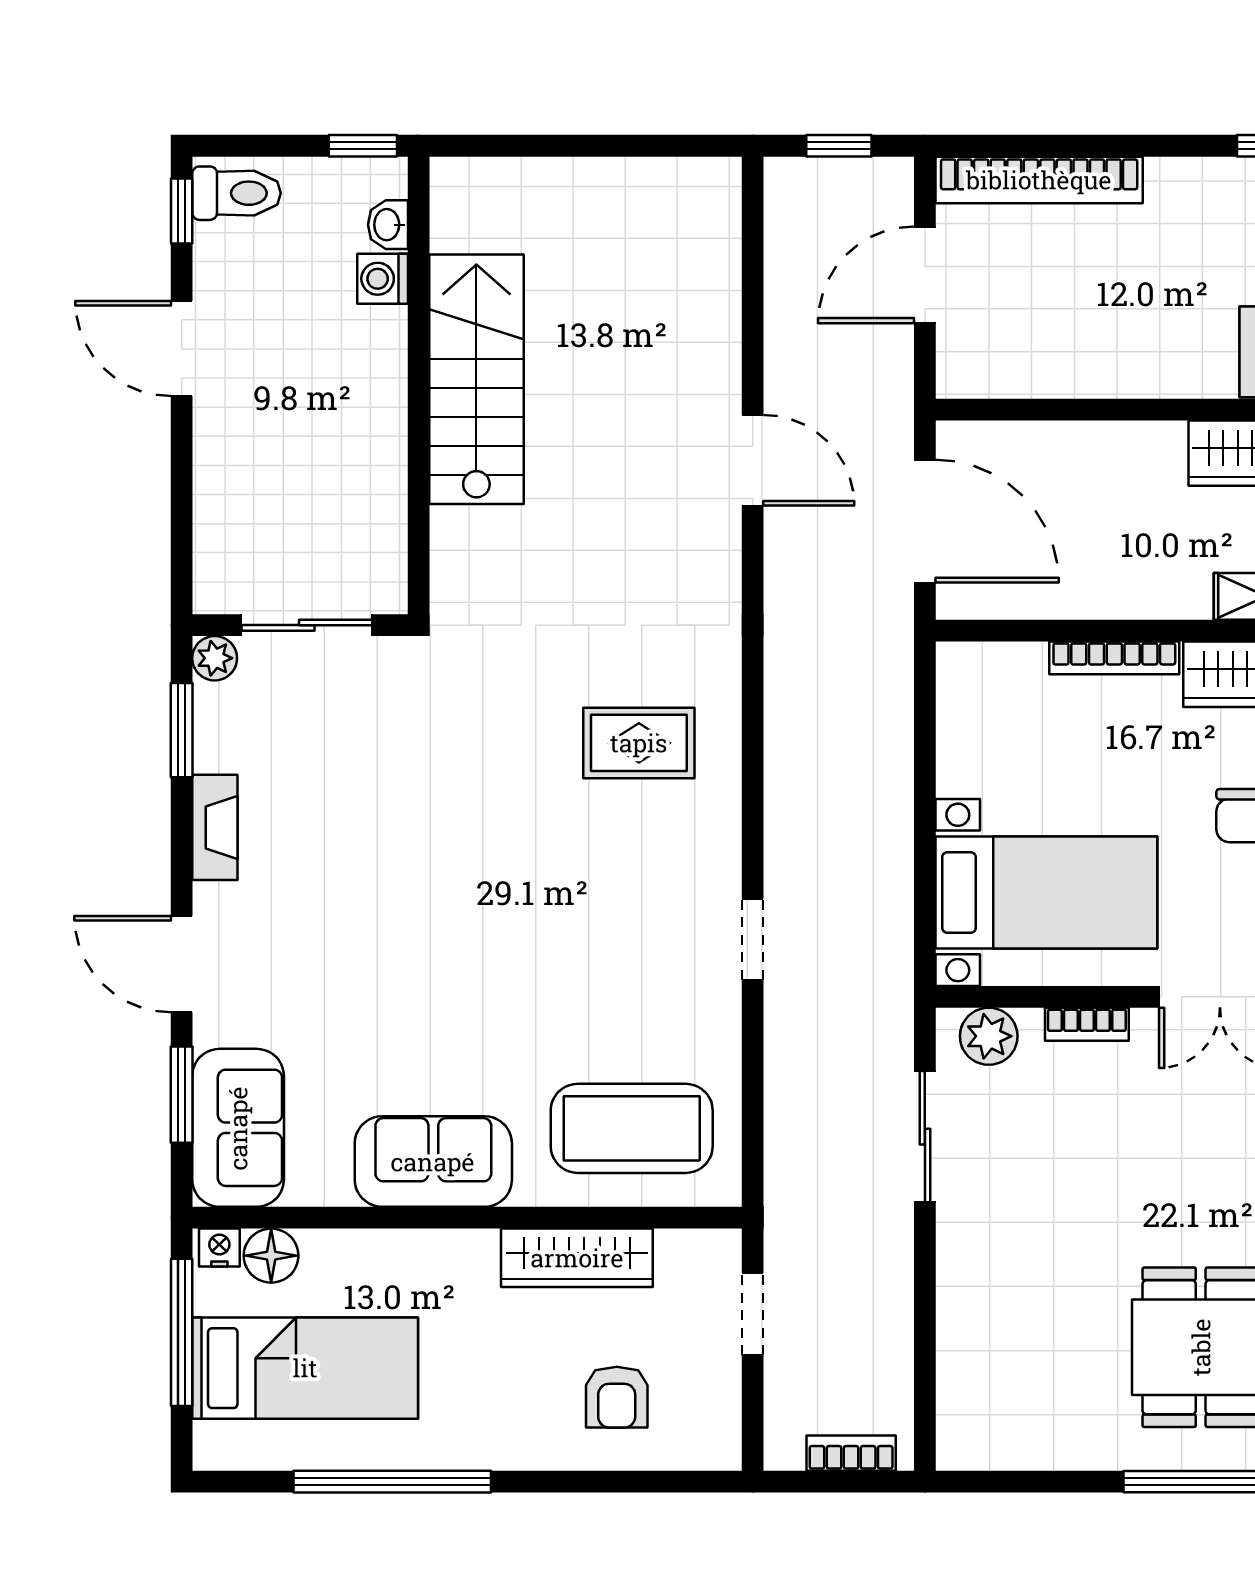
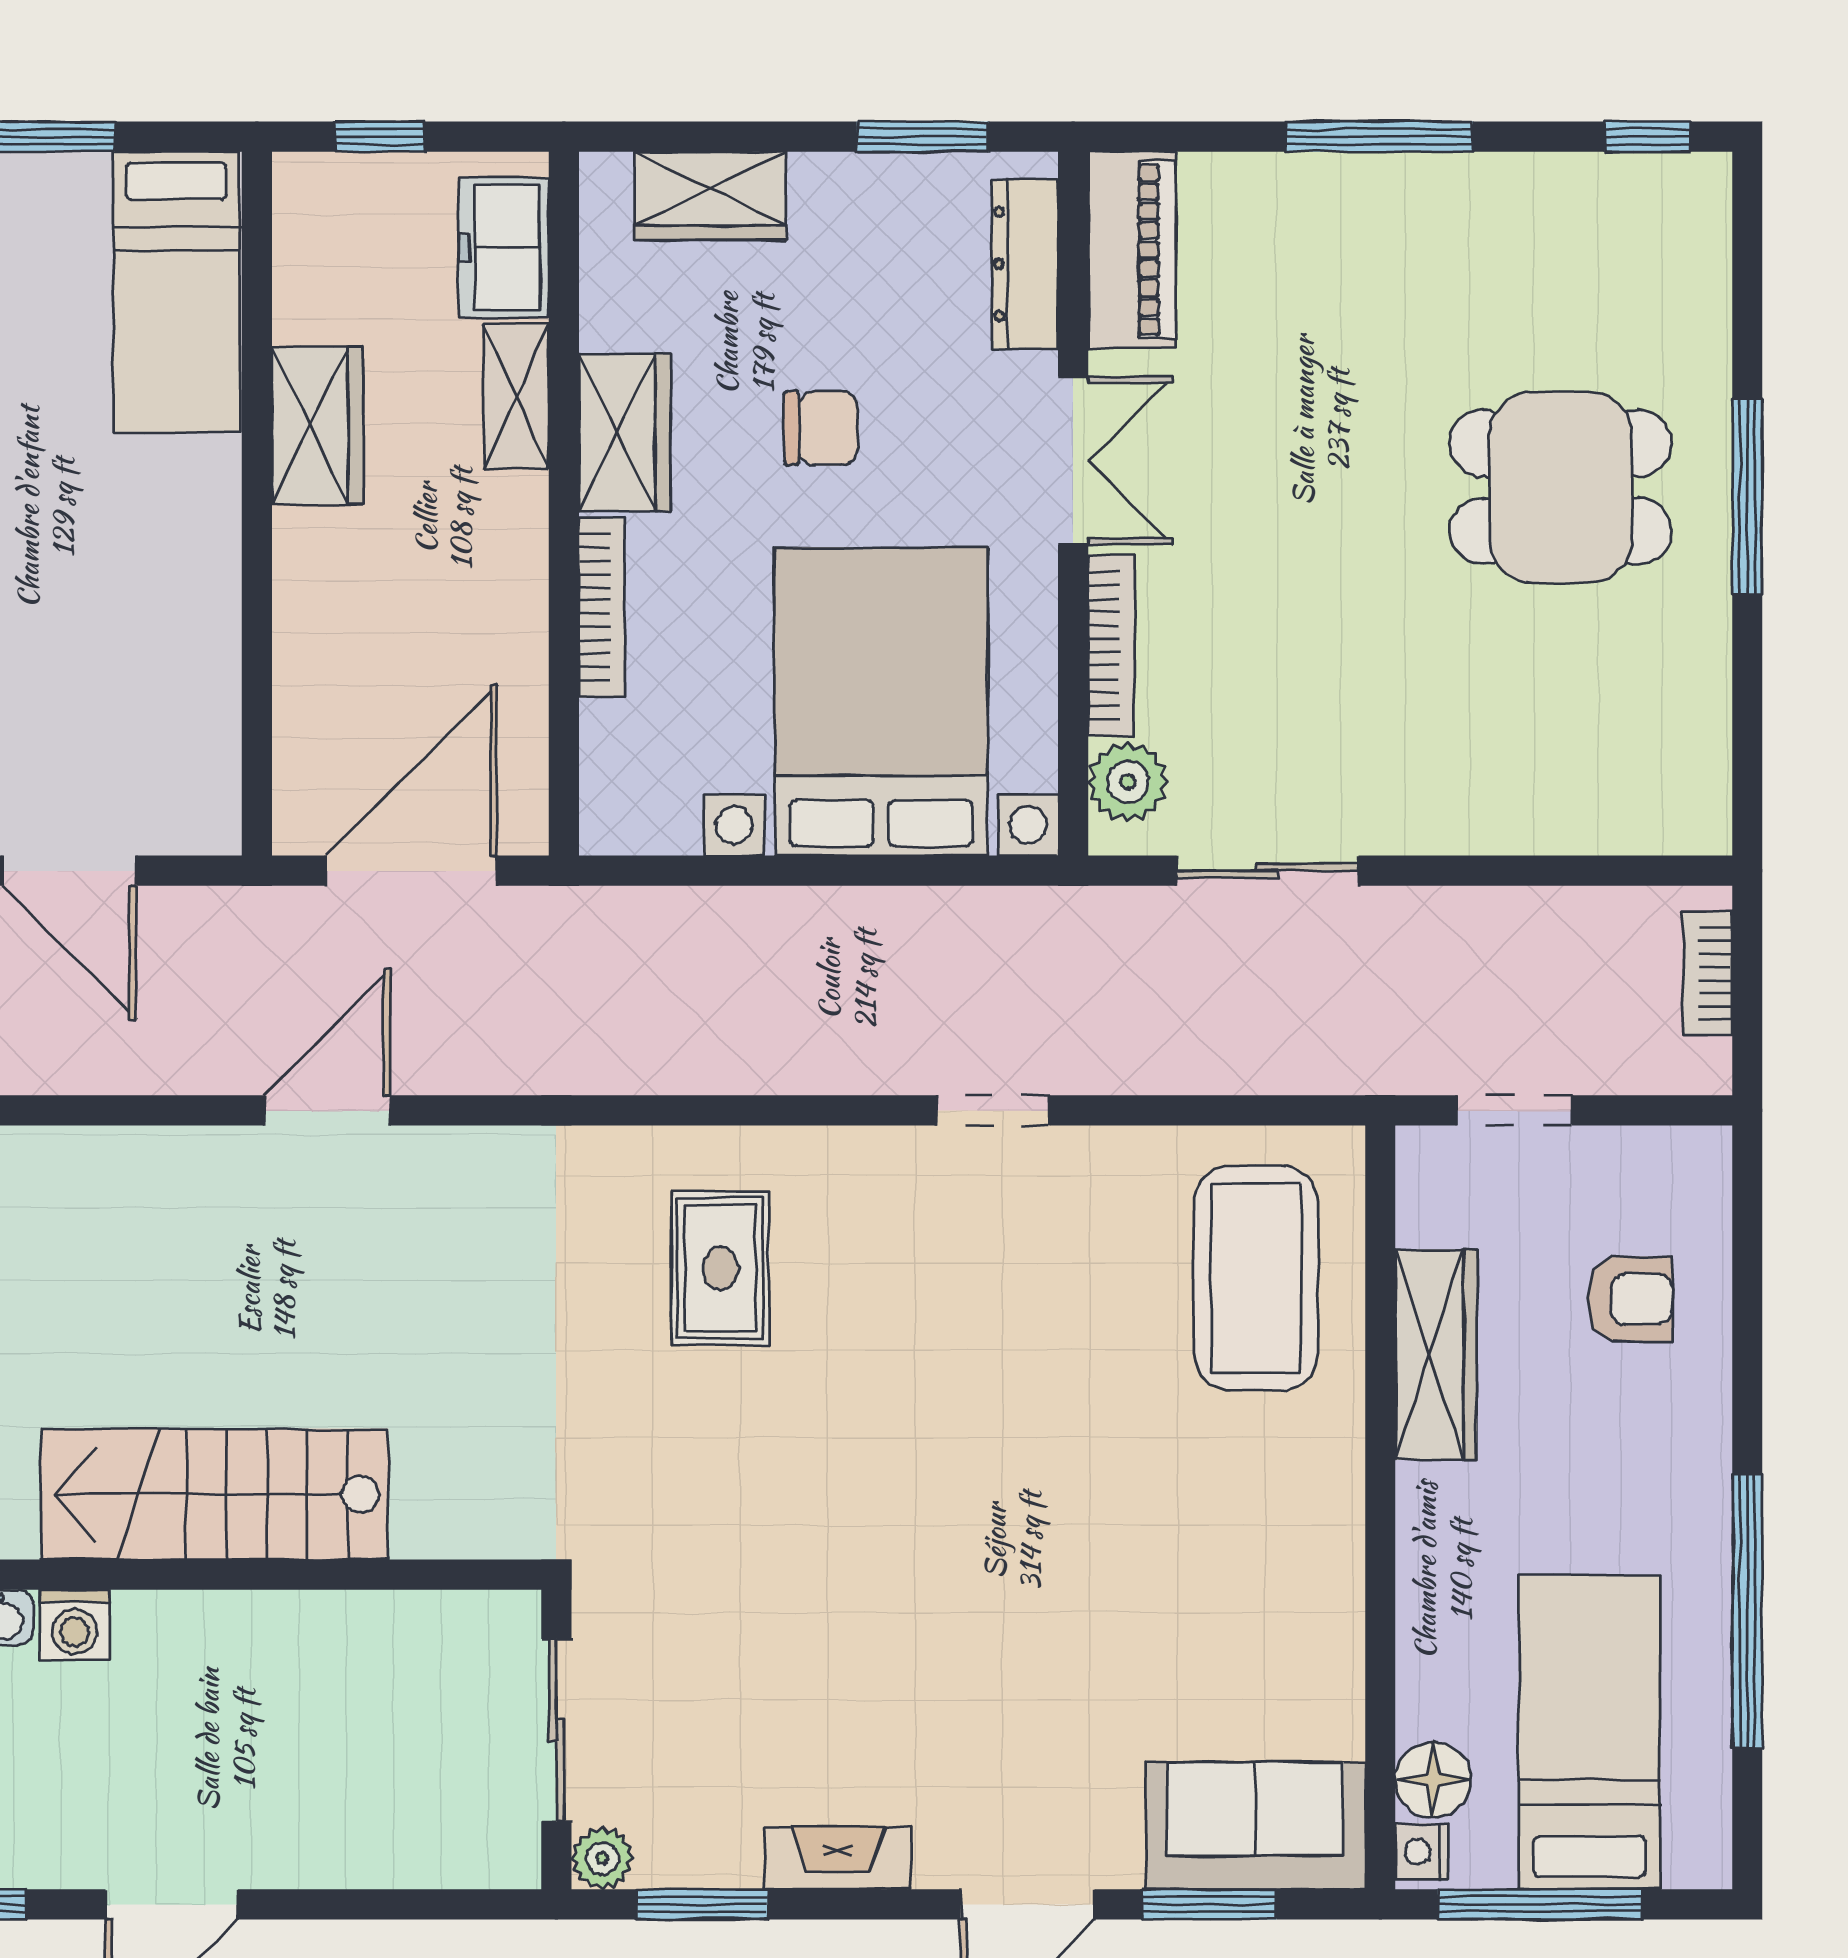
bed with nightstands: (1046, 892) -> (881, 702), width x1.36
bookcase: (1087, 1024) -> (1111, 645), width x1.56
sofa: (433, 1162) -> (1302, 1554), removed

